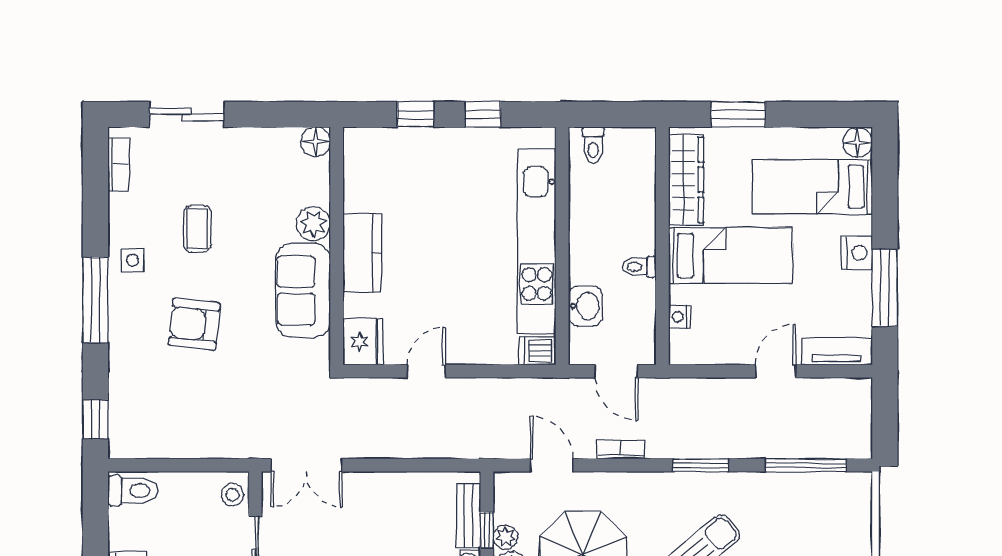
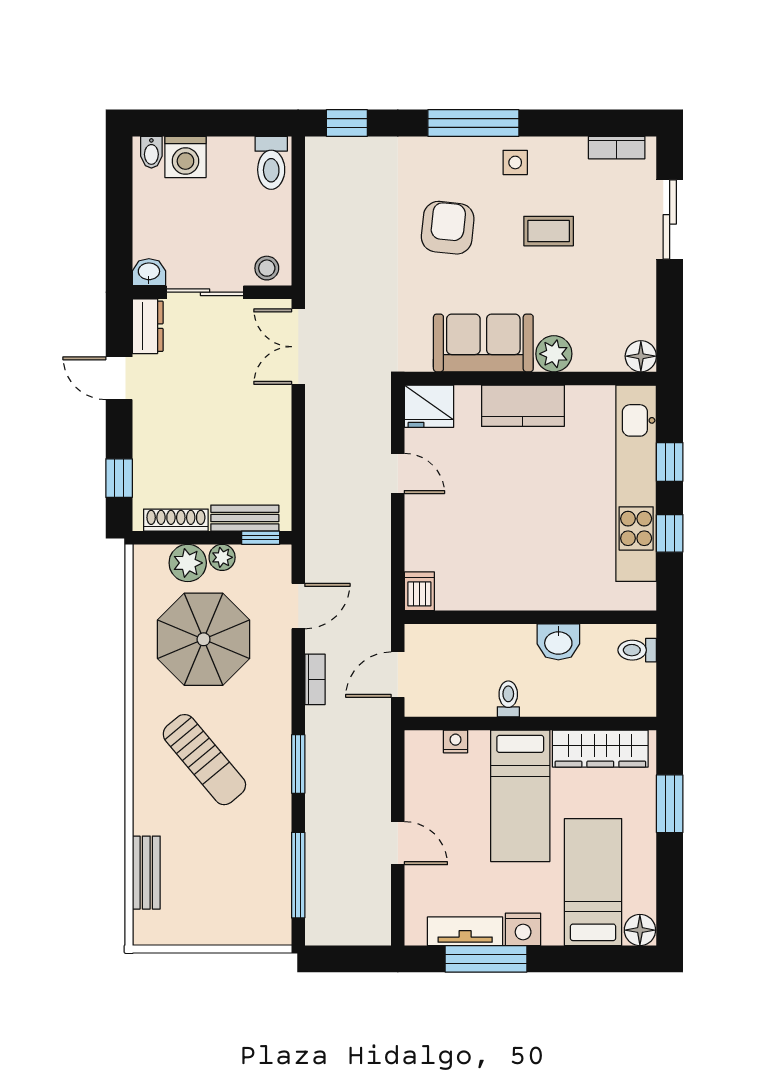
kitchen unit: (537, 241) -> (636, 483), moved, turned -90
washbasin: (585, 306) -> (558, 642), moved
tv unit: (837, 351) -> (465, 931), moved, turned -90
window: (487, 530) -> (261, 538), moved

